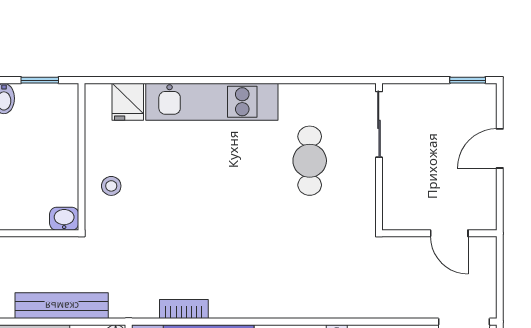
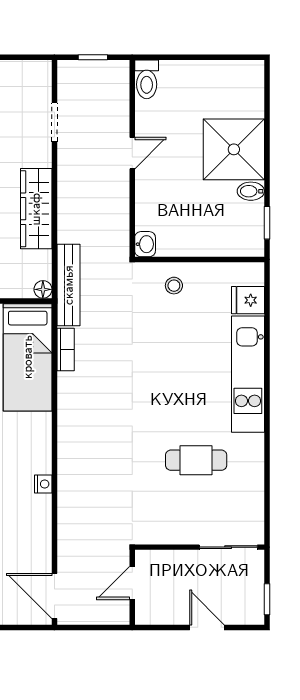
sliding door: (379, 124) -> (228, 547), moved
wall: (379, 157) -> (200, 547), moved
bench: (62, 306) -> (69, 285), moved

